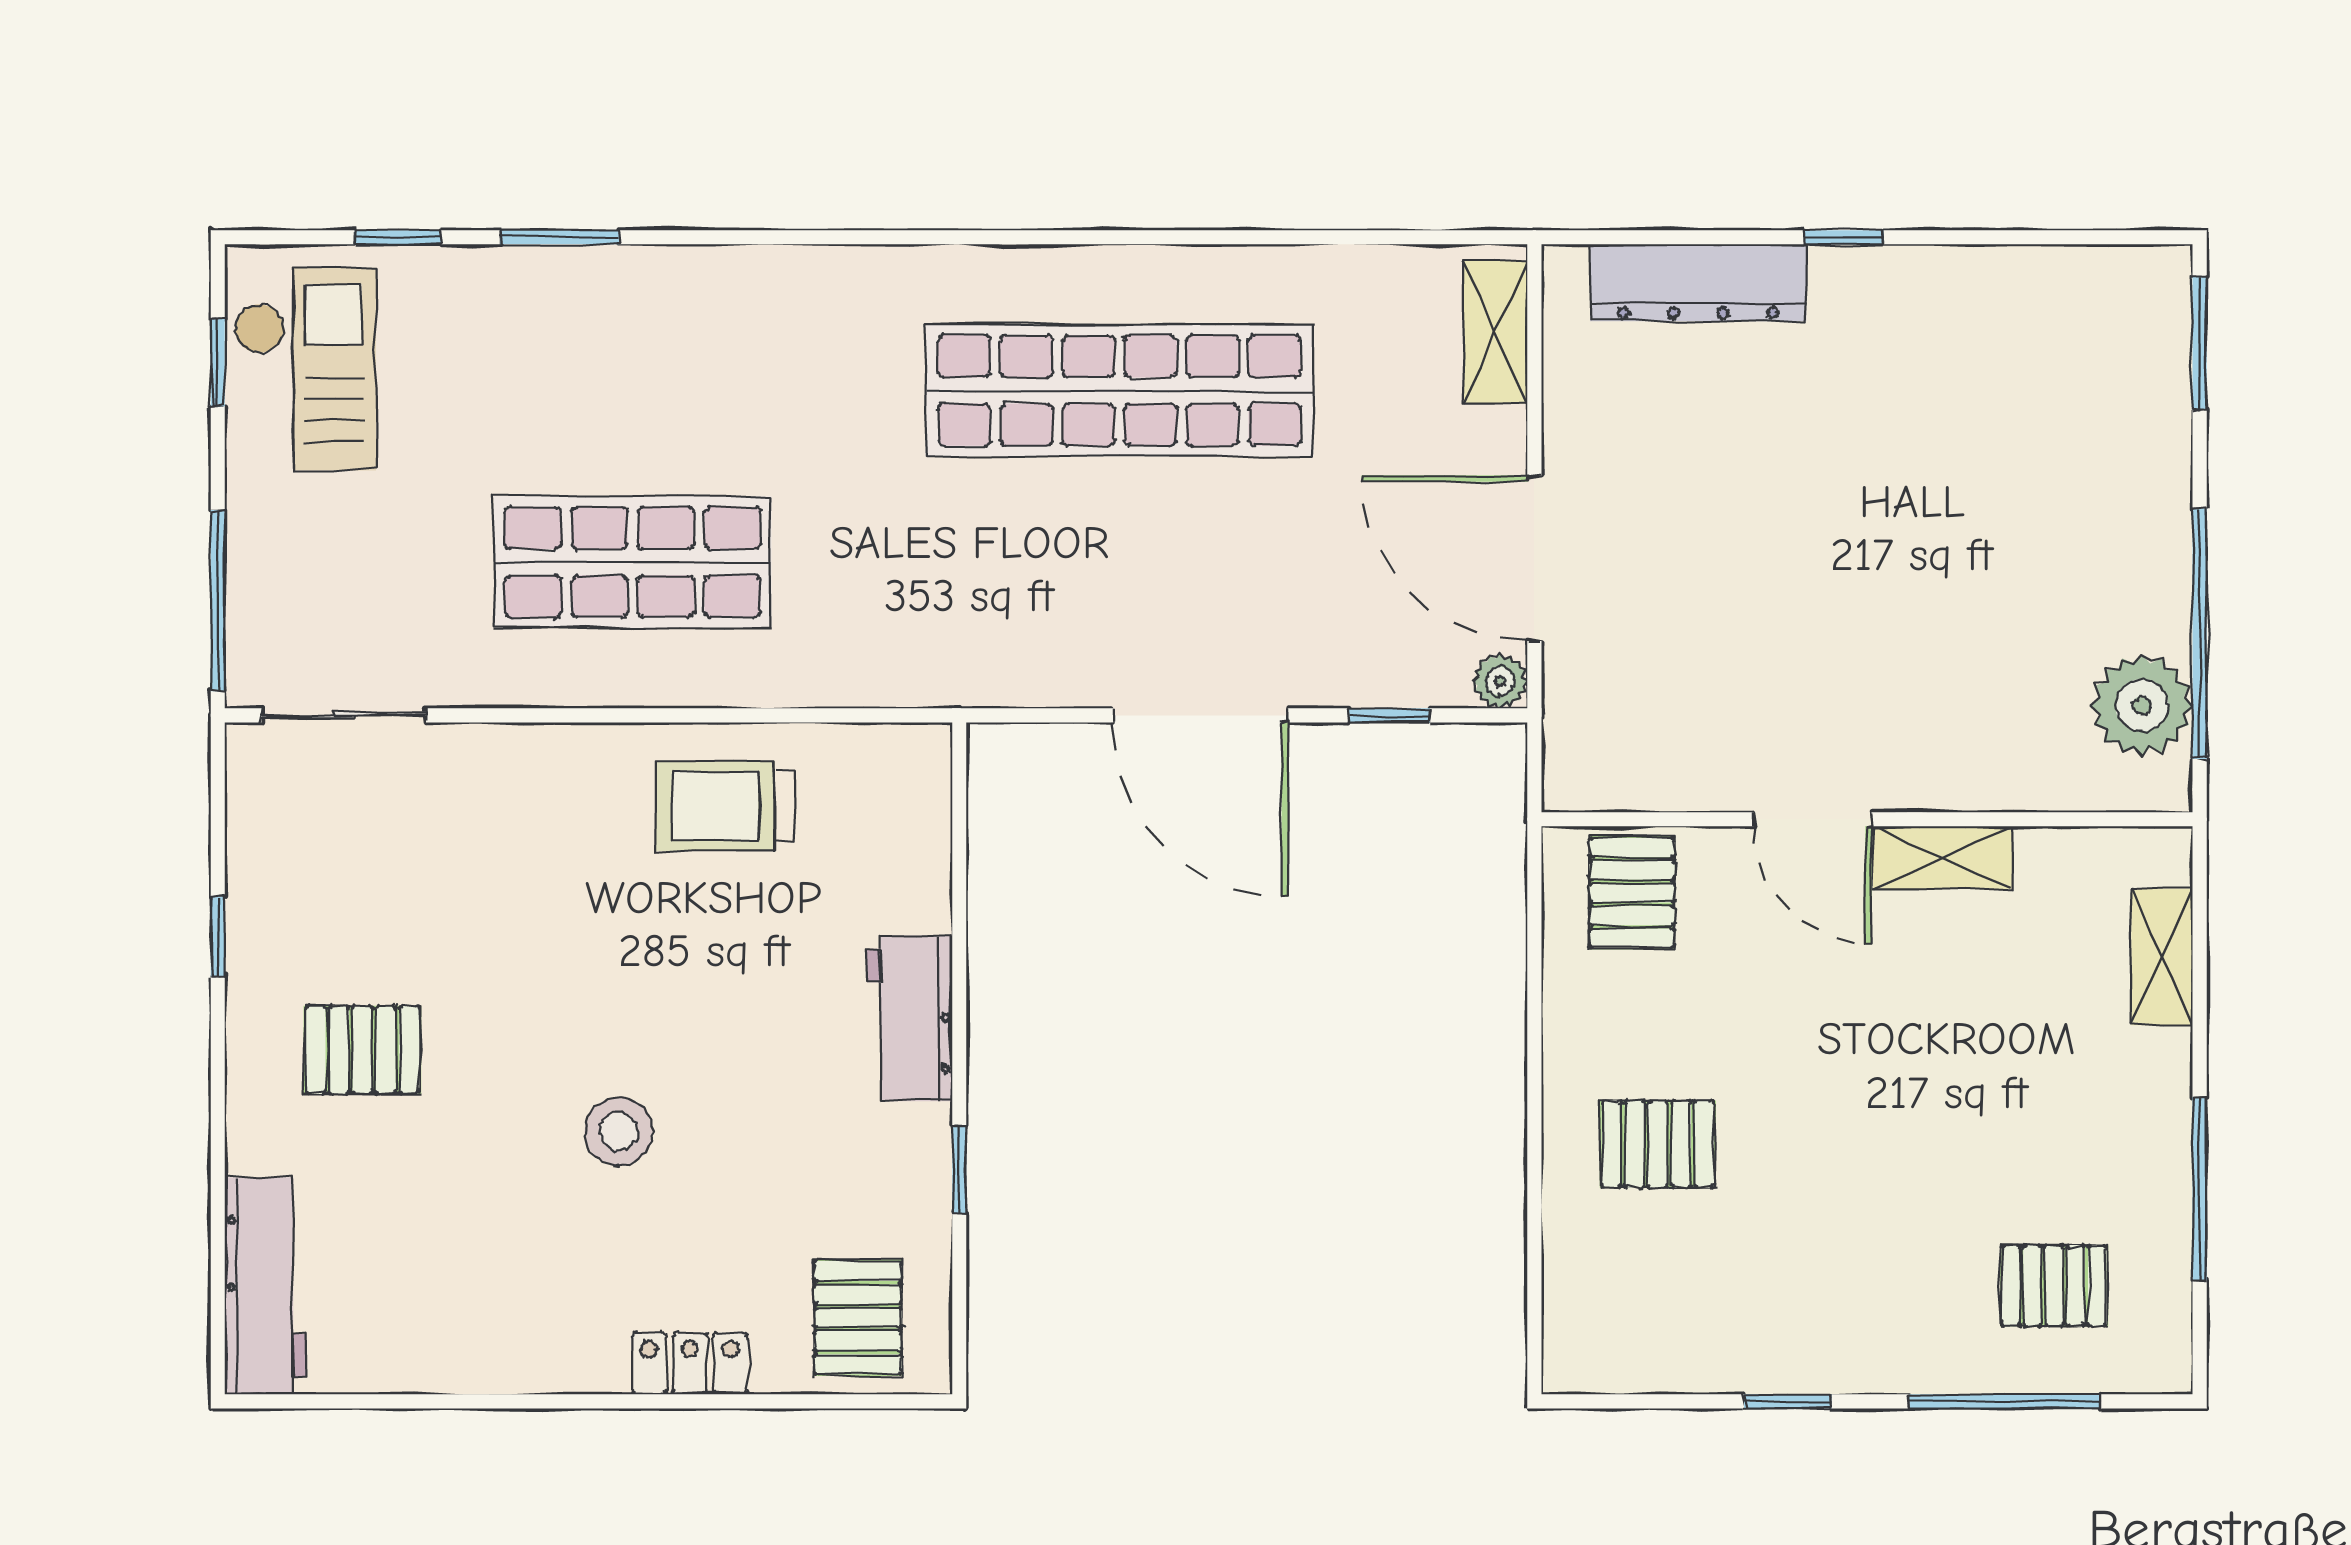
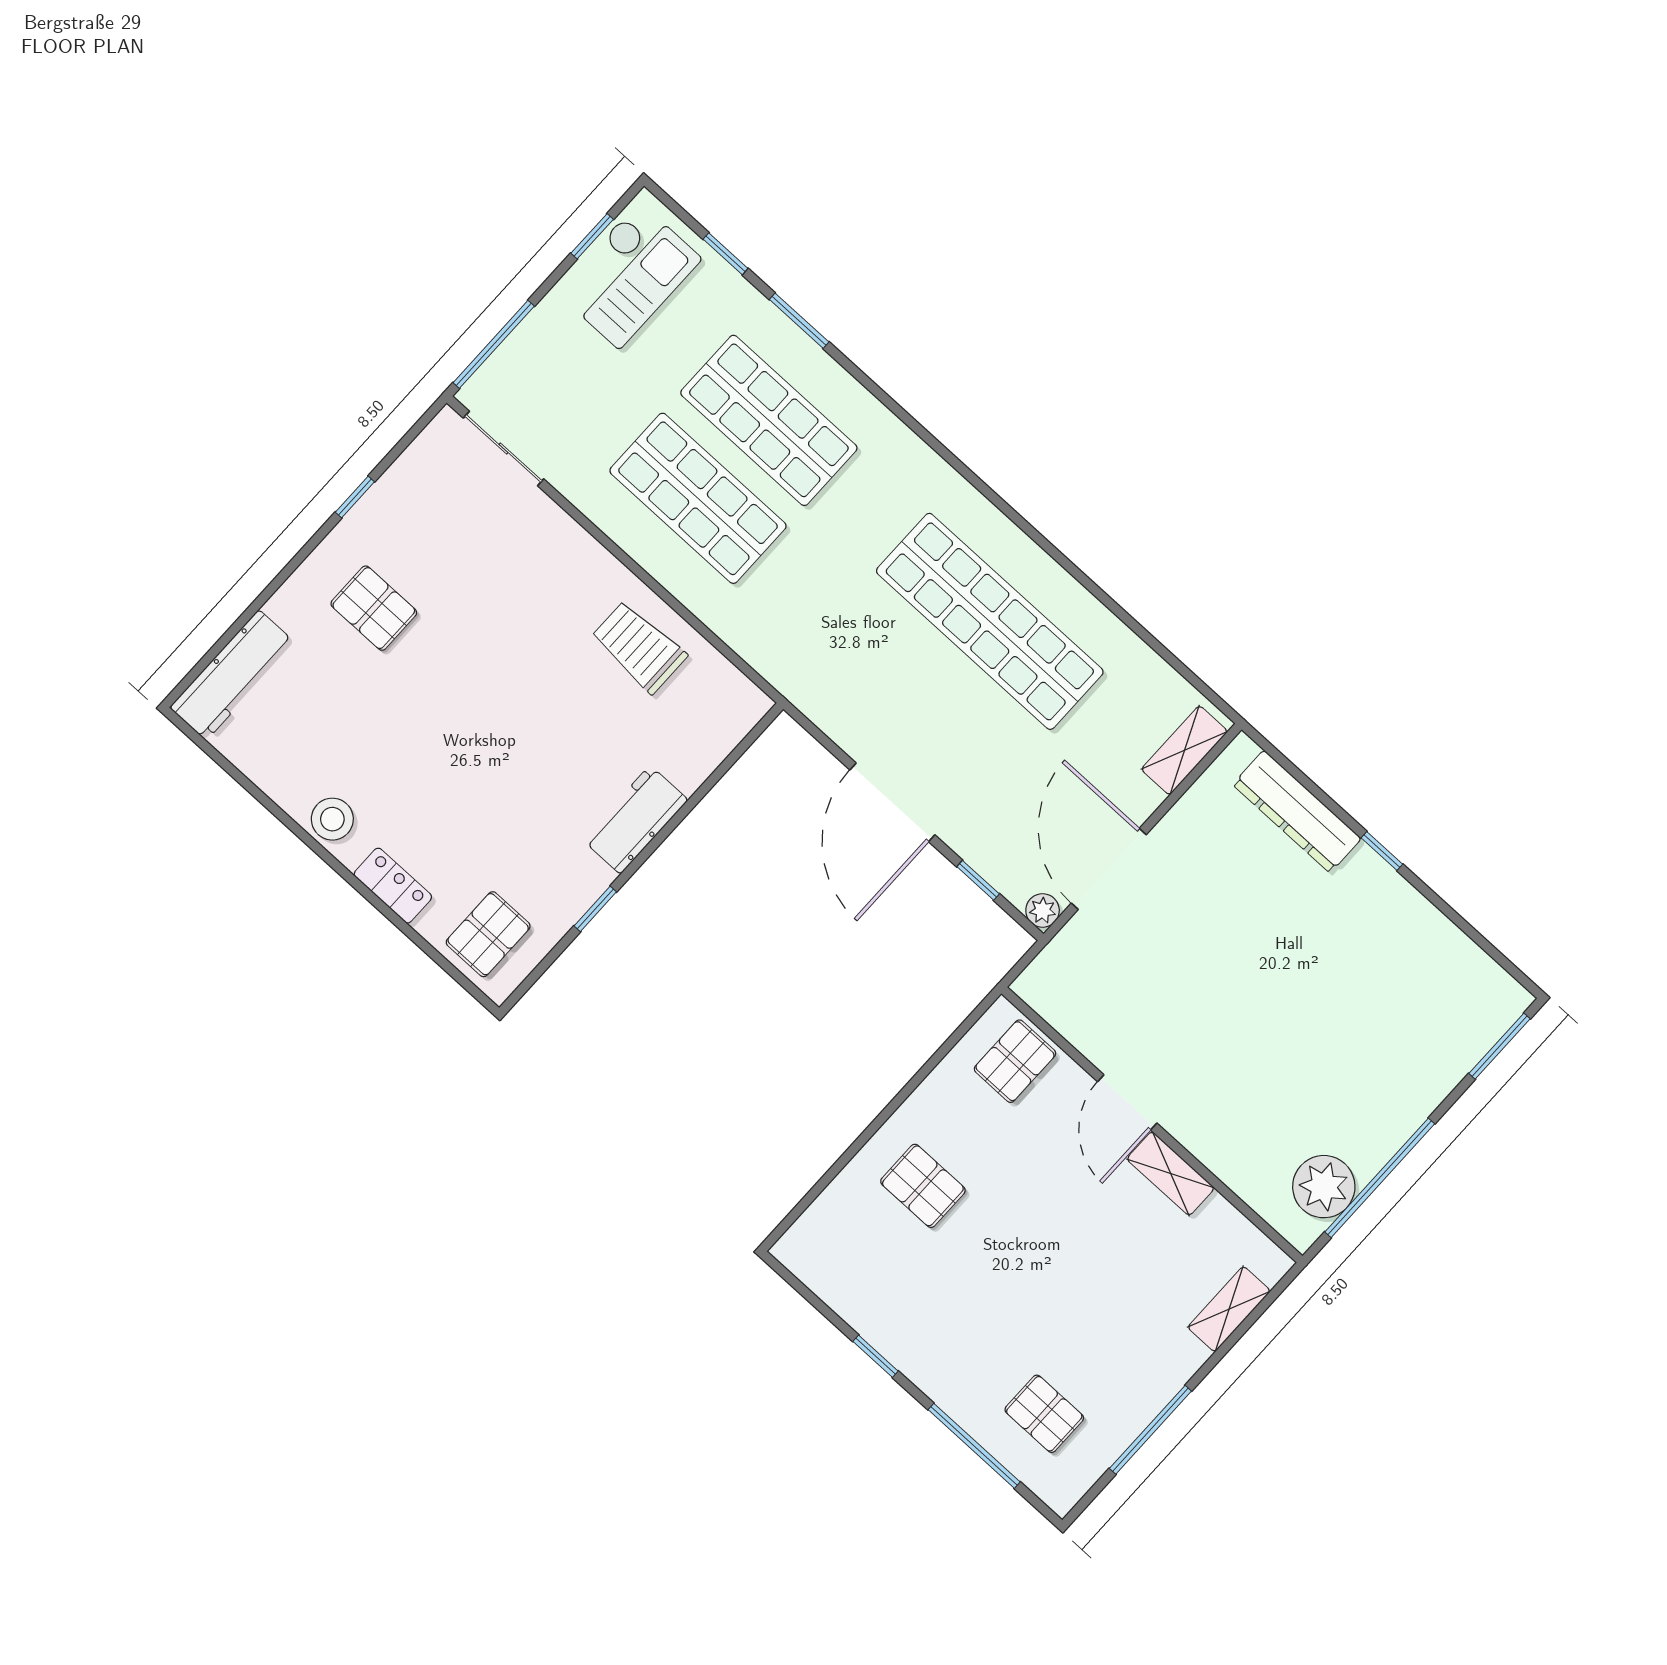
shop shelf: (633, 390) -> (769, 420), added
stool: (619, 1132) -> (332, 819), moved

